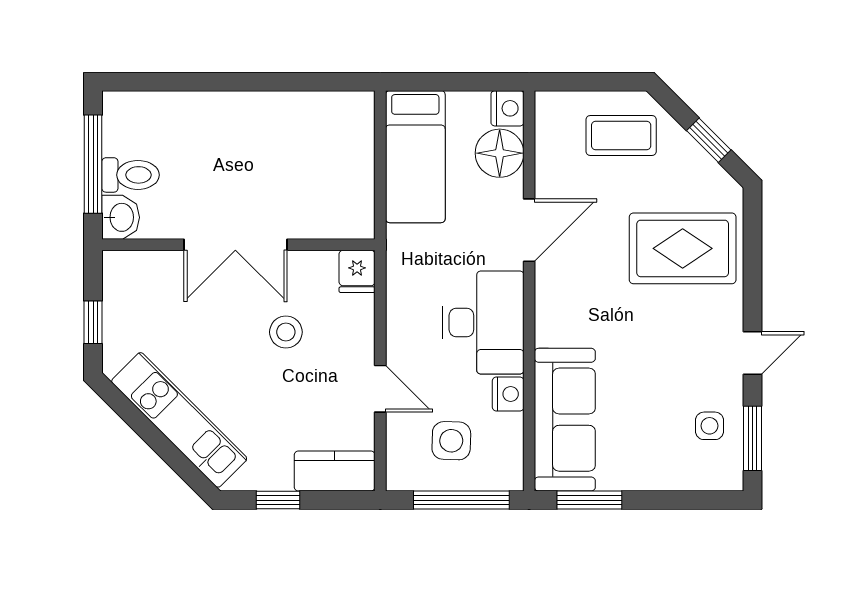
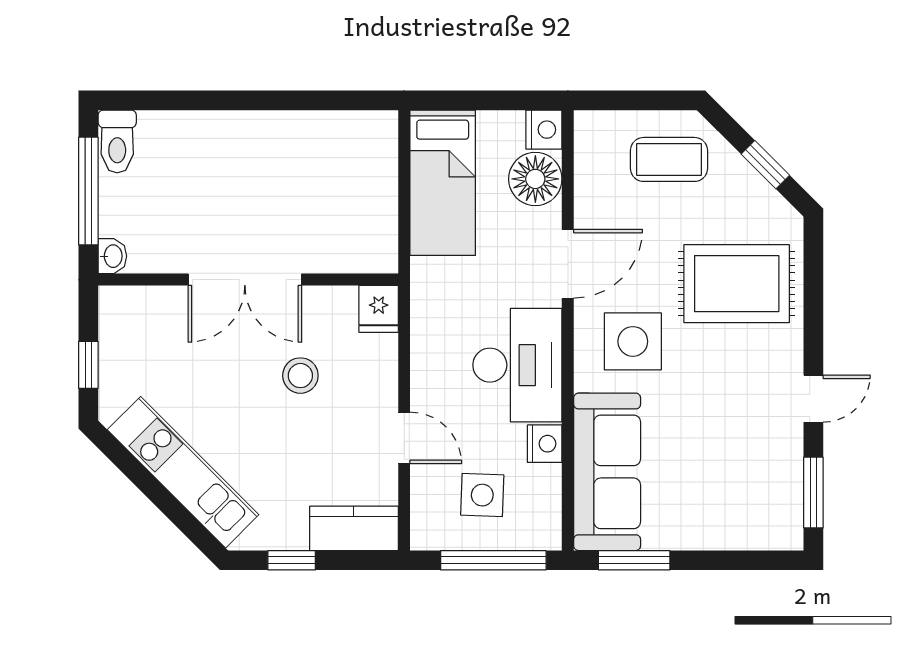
toilet: (130, 175) -> (117, 141), moved, turned 90
washbasin: (121, 217) -> (112, 256), width x0.72, depth x0.69
side table: (709, 426) -> (633, 341), moved, width x1.87, depth x1.87

